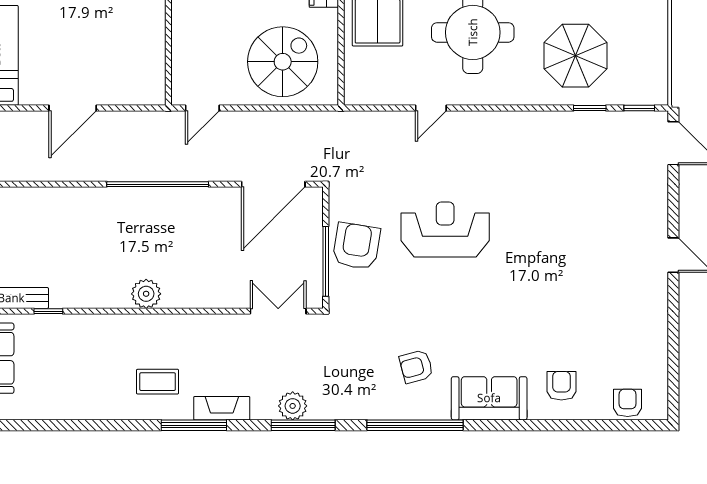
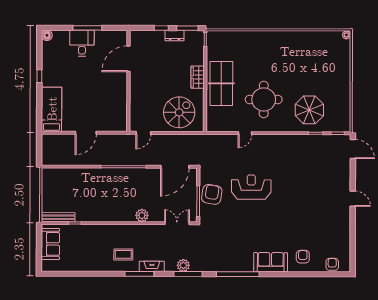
plant: (146, 294) -> (142, 215), moved
armchair: (416, 367) -> (238, 248), removed

